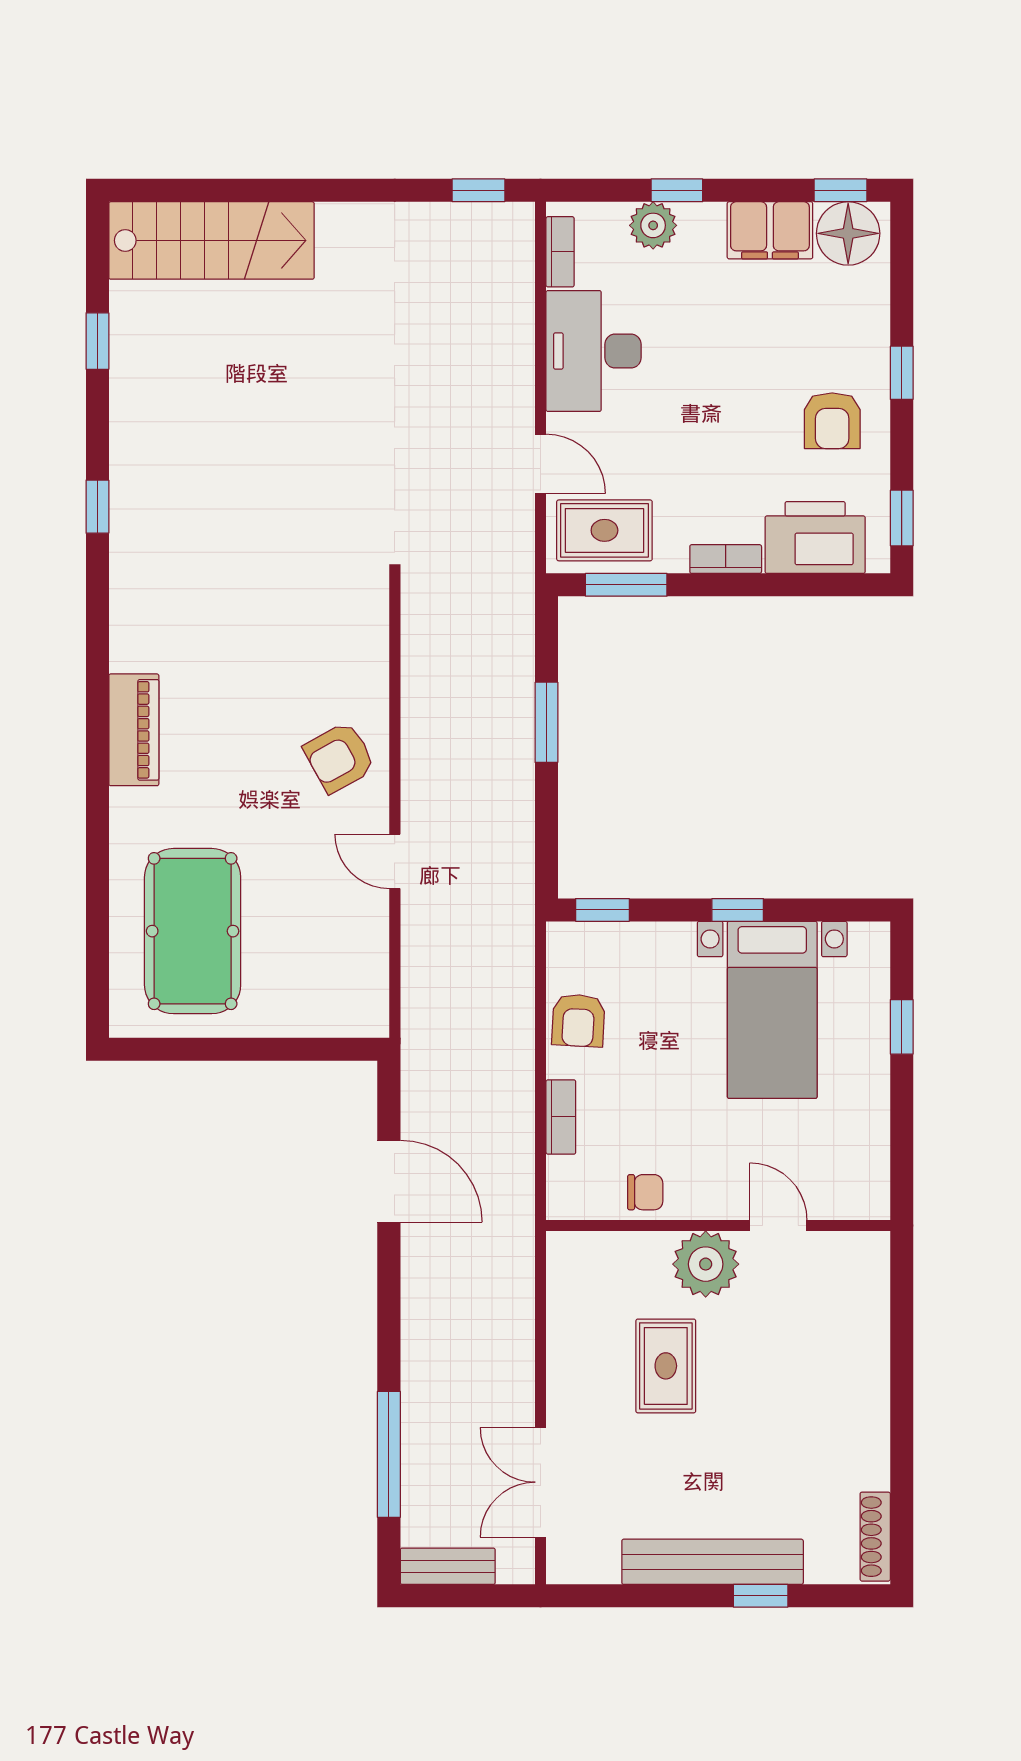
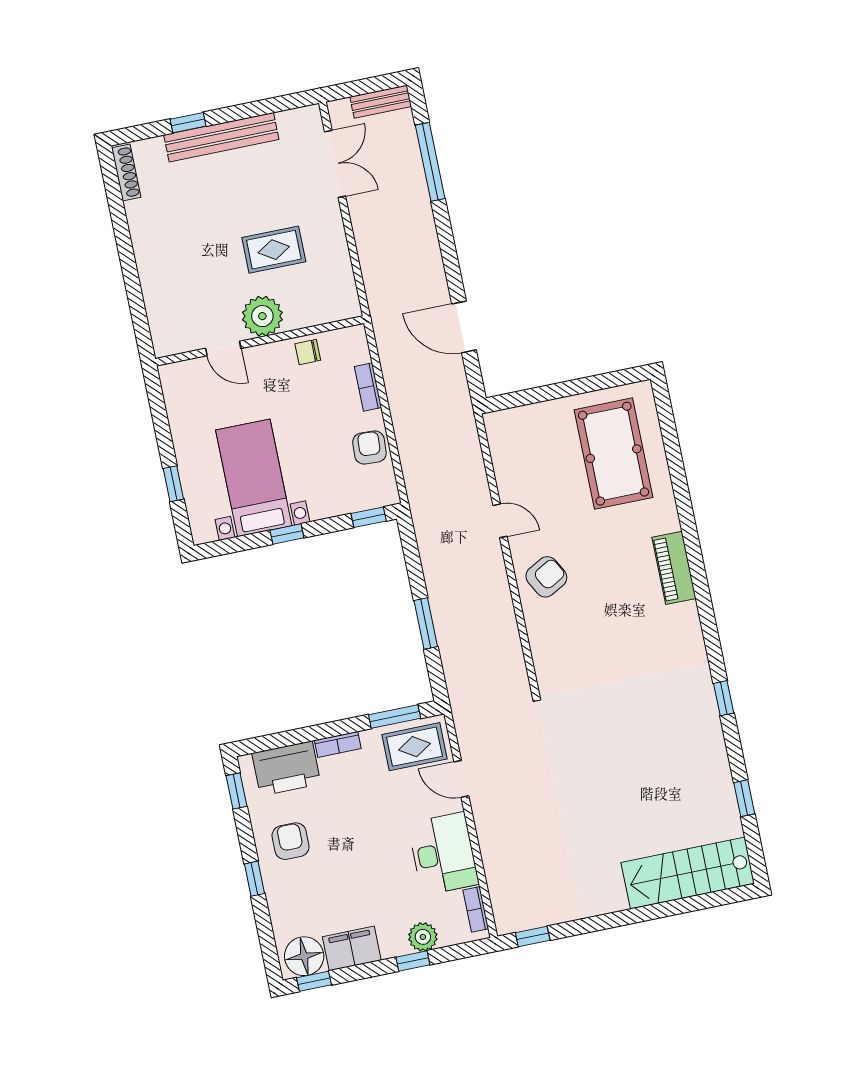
rug: (666, 1366) -> (274, 250), turned 90

